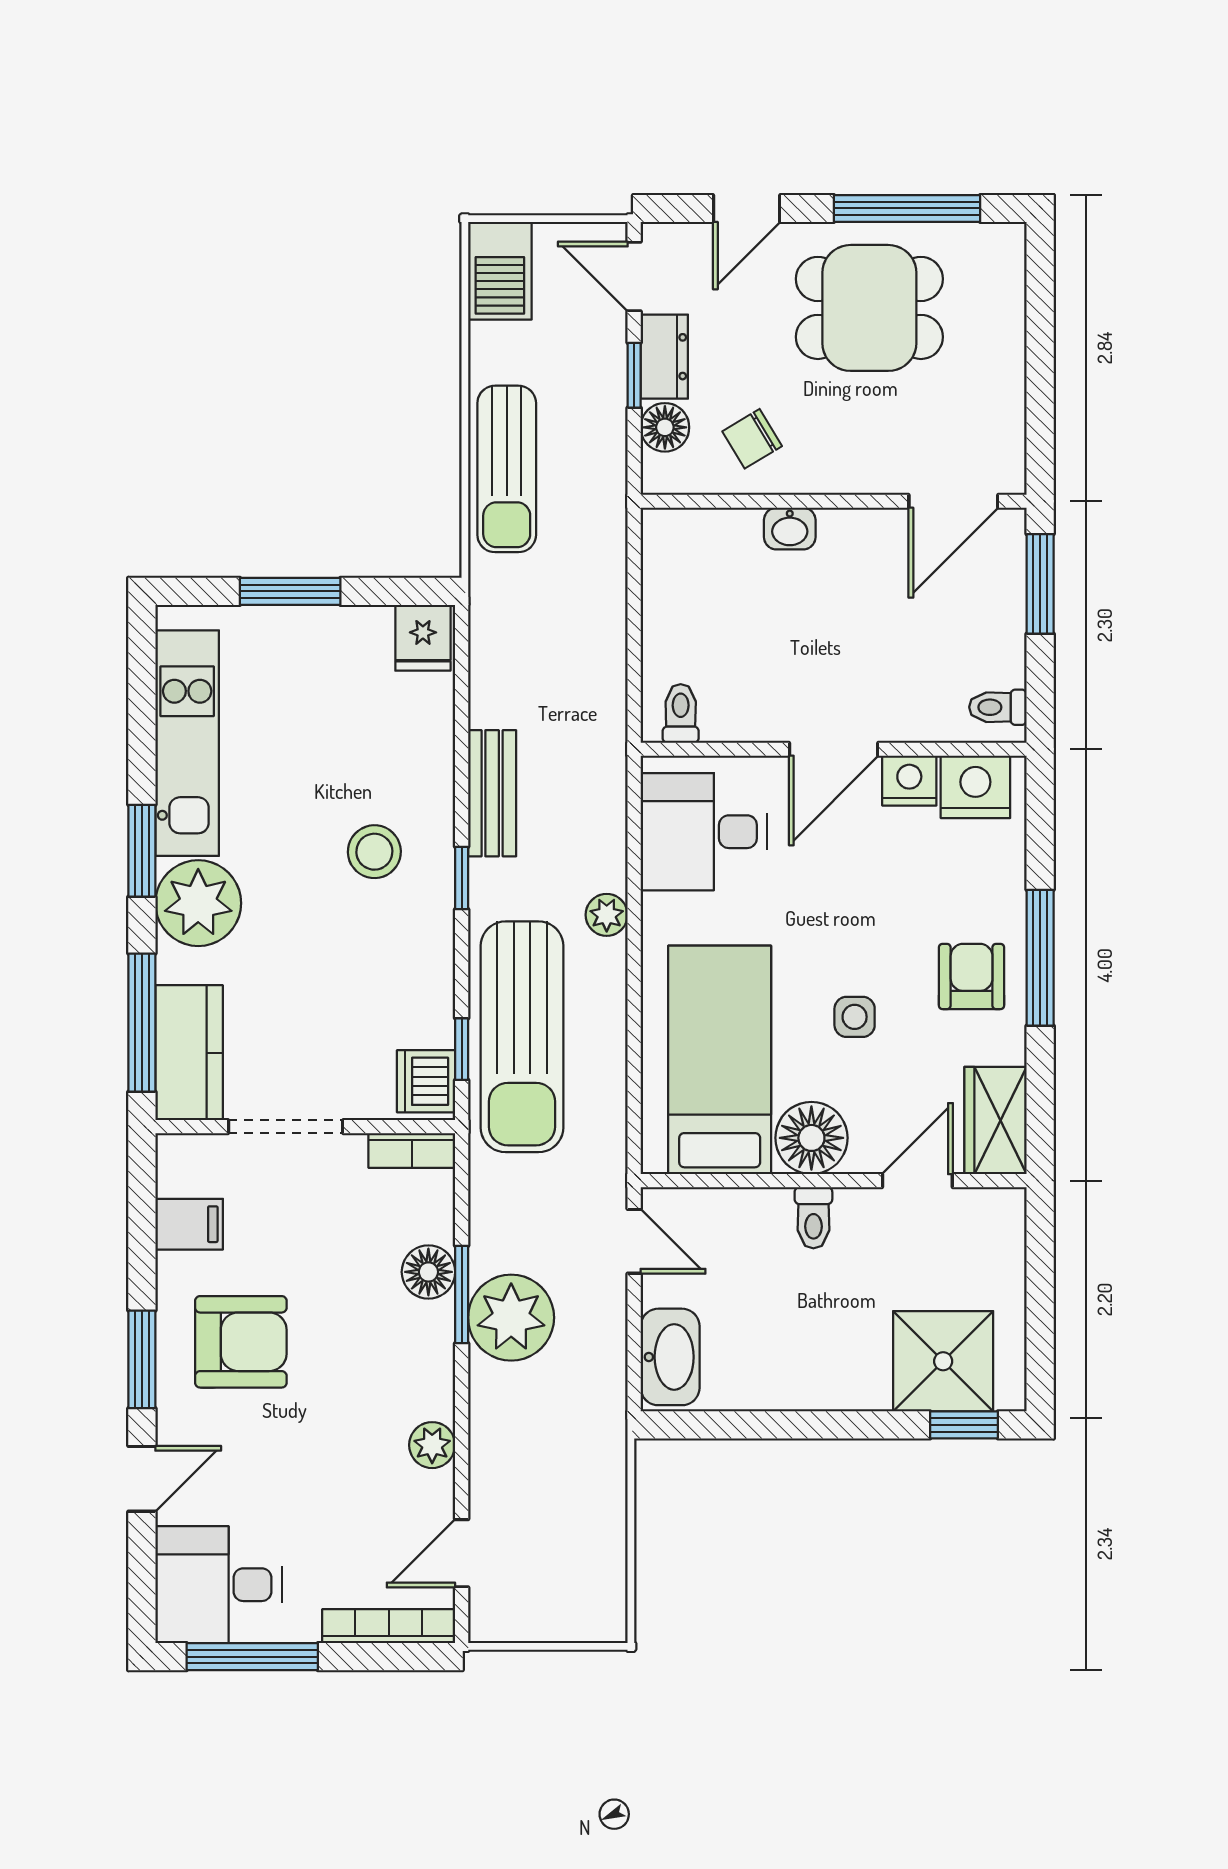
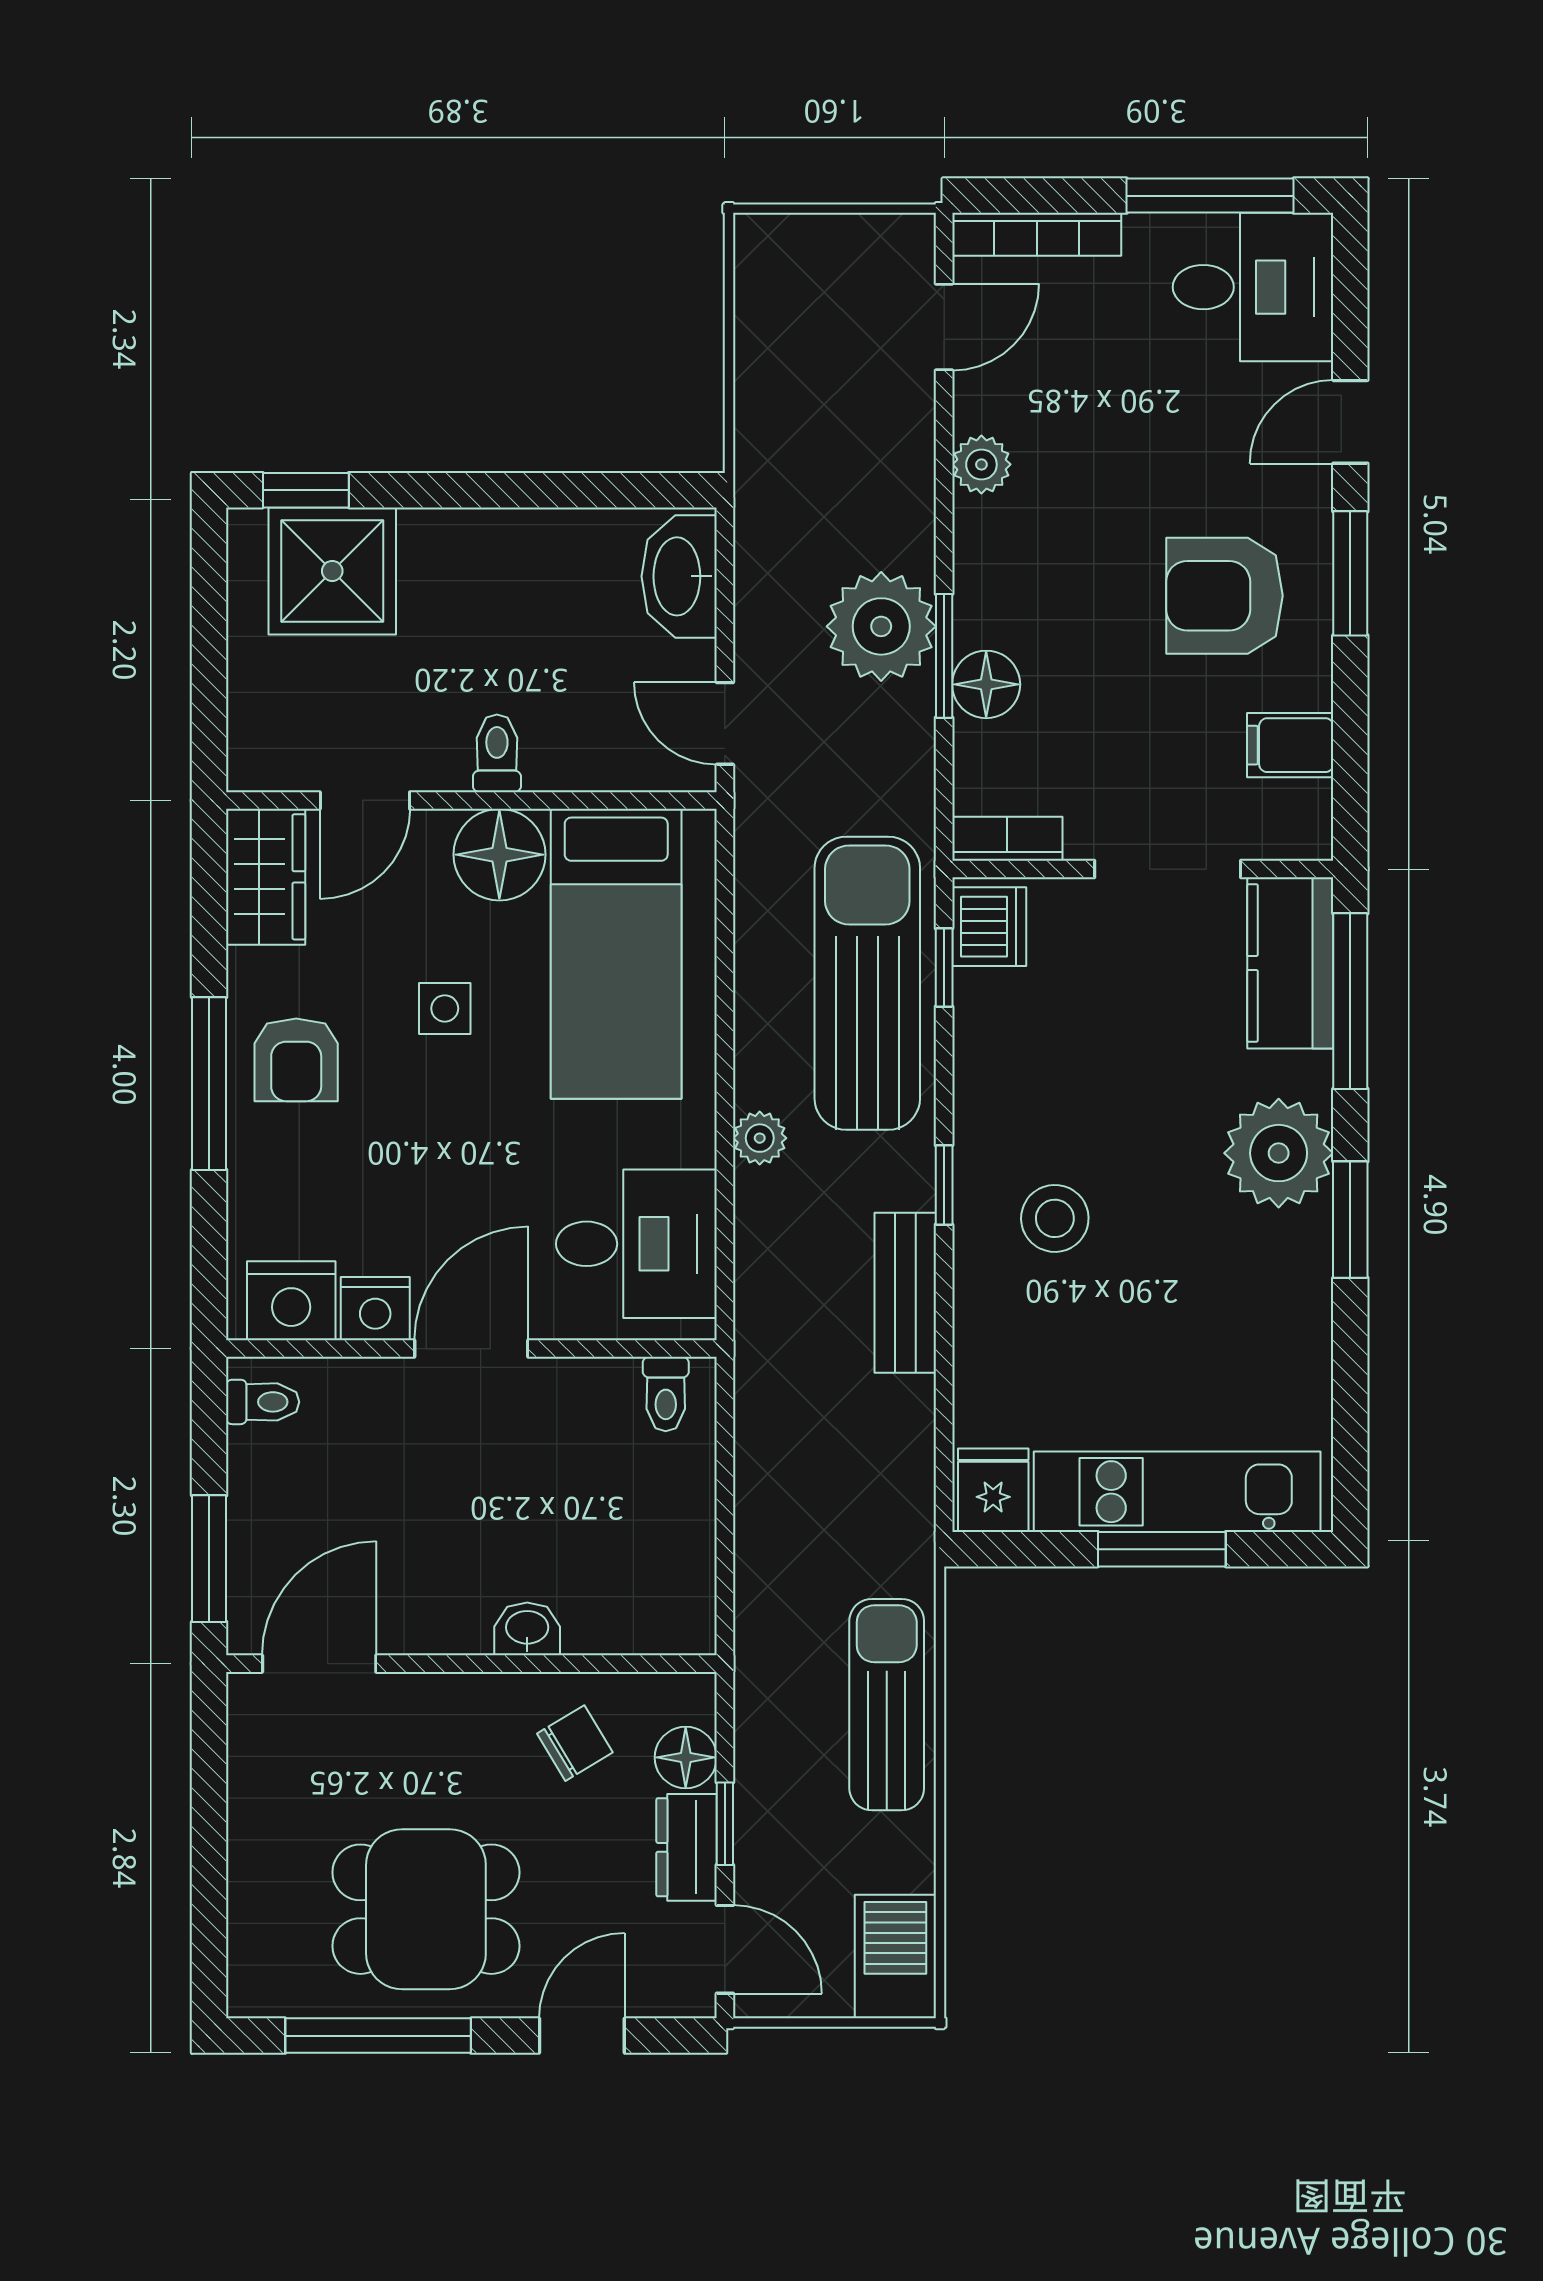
kitchen unit: (187, 743) -> (1177, 1492), moved, turned 90

